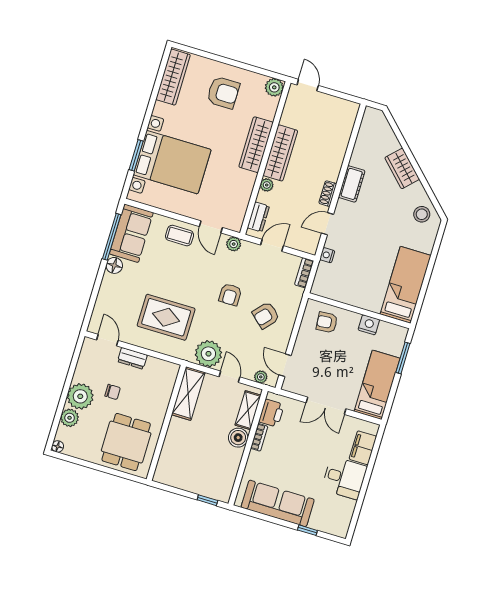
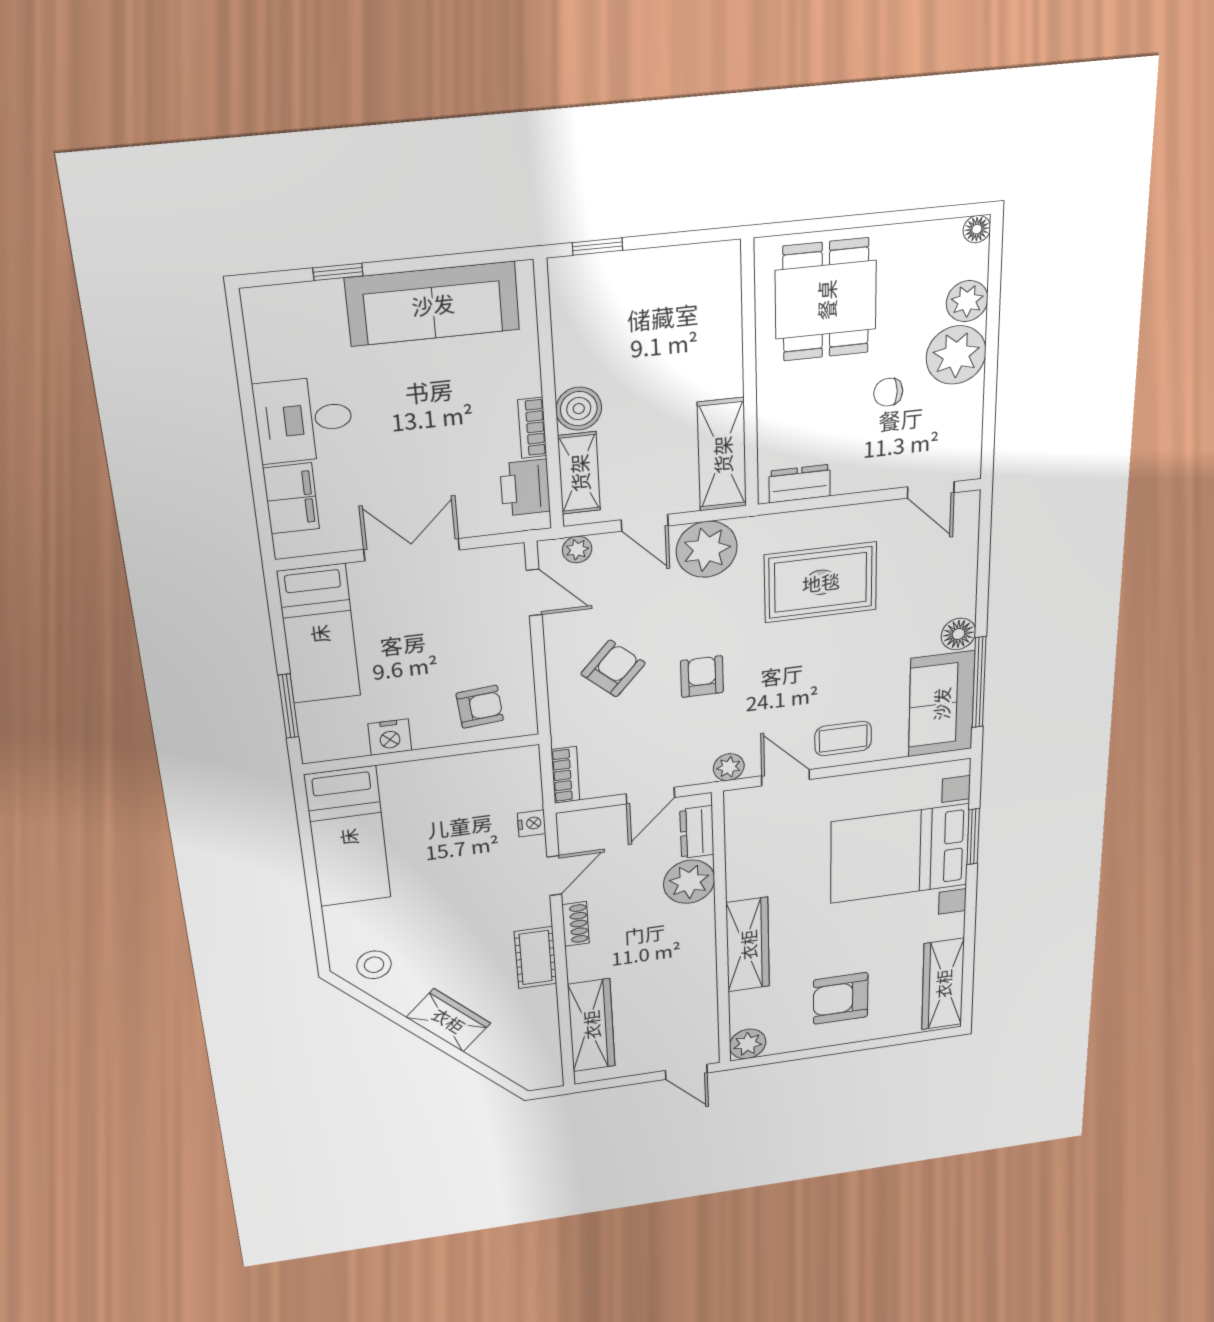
wardrobe: (280, 153) -> (591, 1025), moved, turned 180
plant: (267, 185) -> (689, 882), width x1.88, depth x1.88
dresser: (132, 358) -> (800, 484), moved

